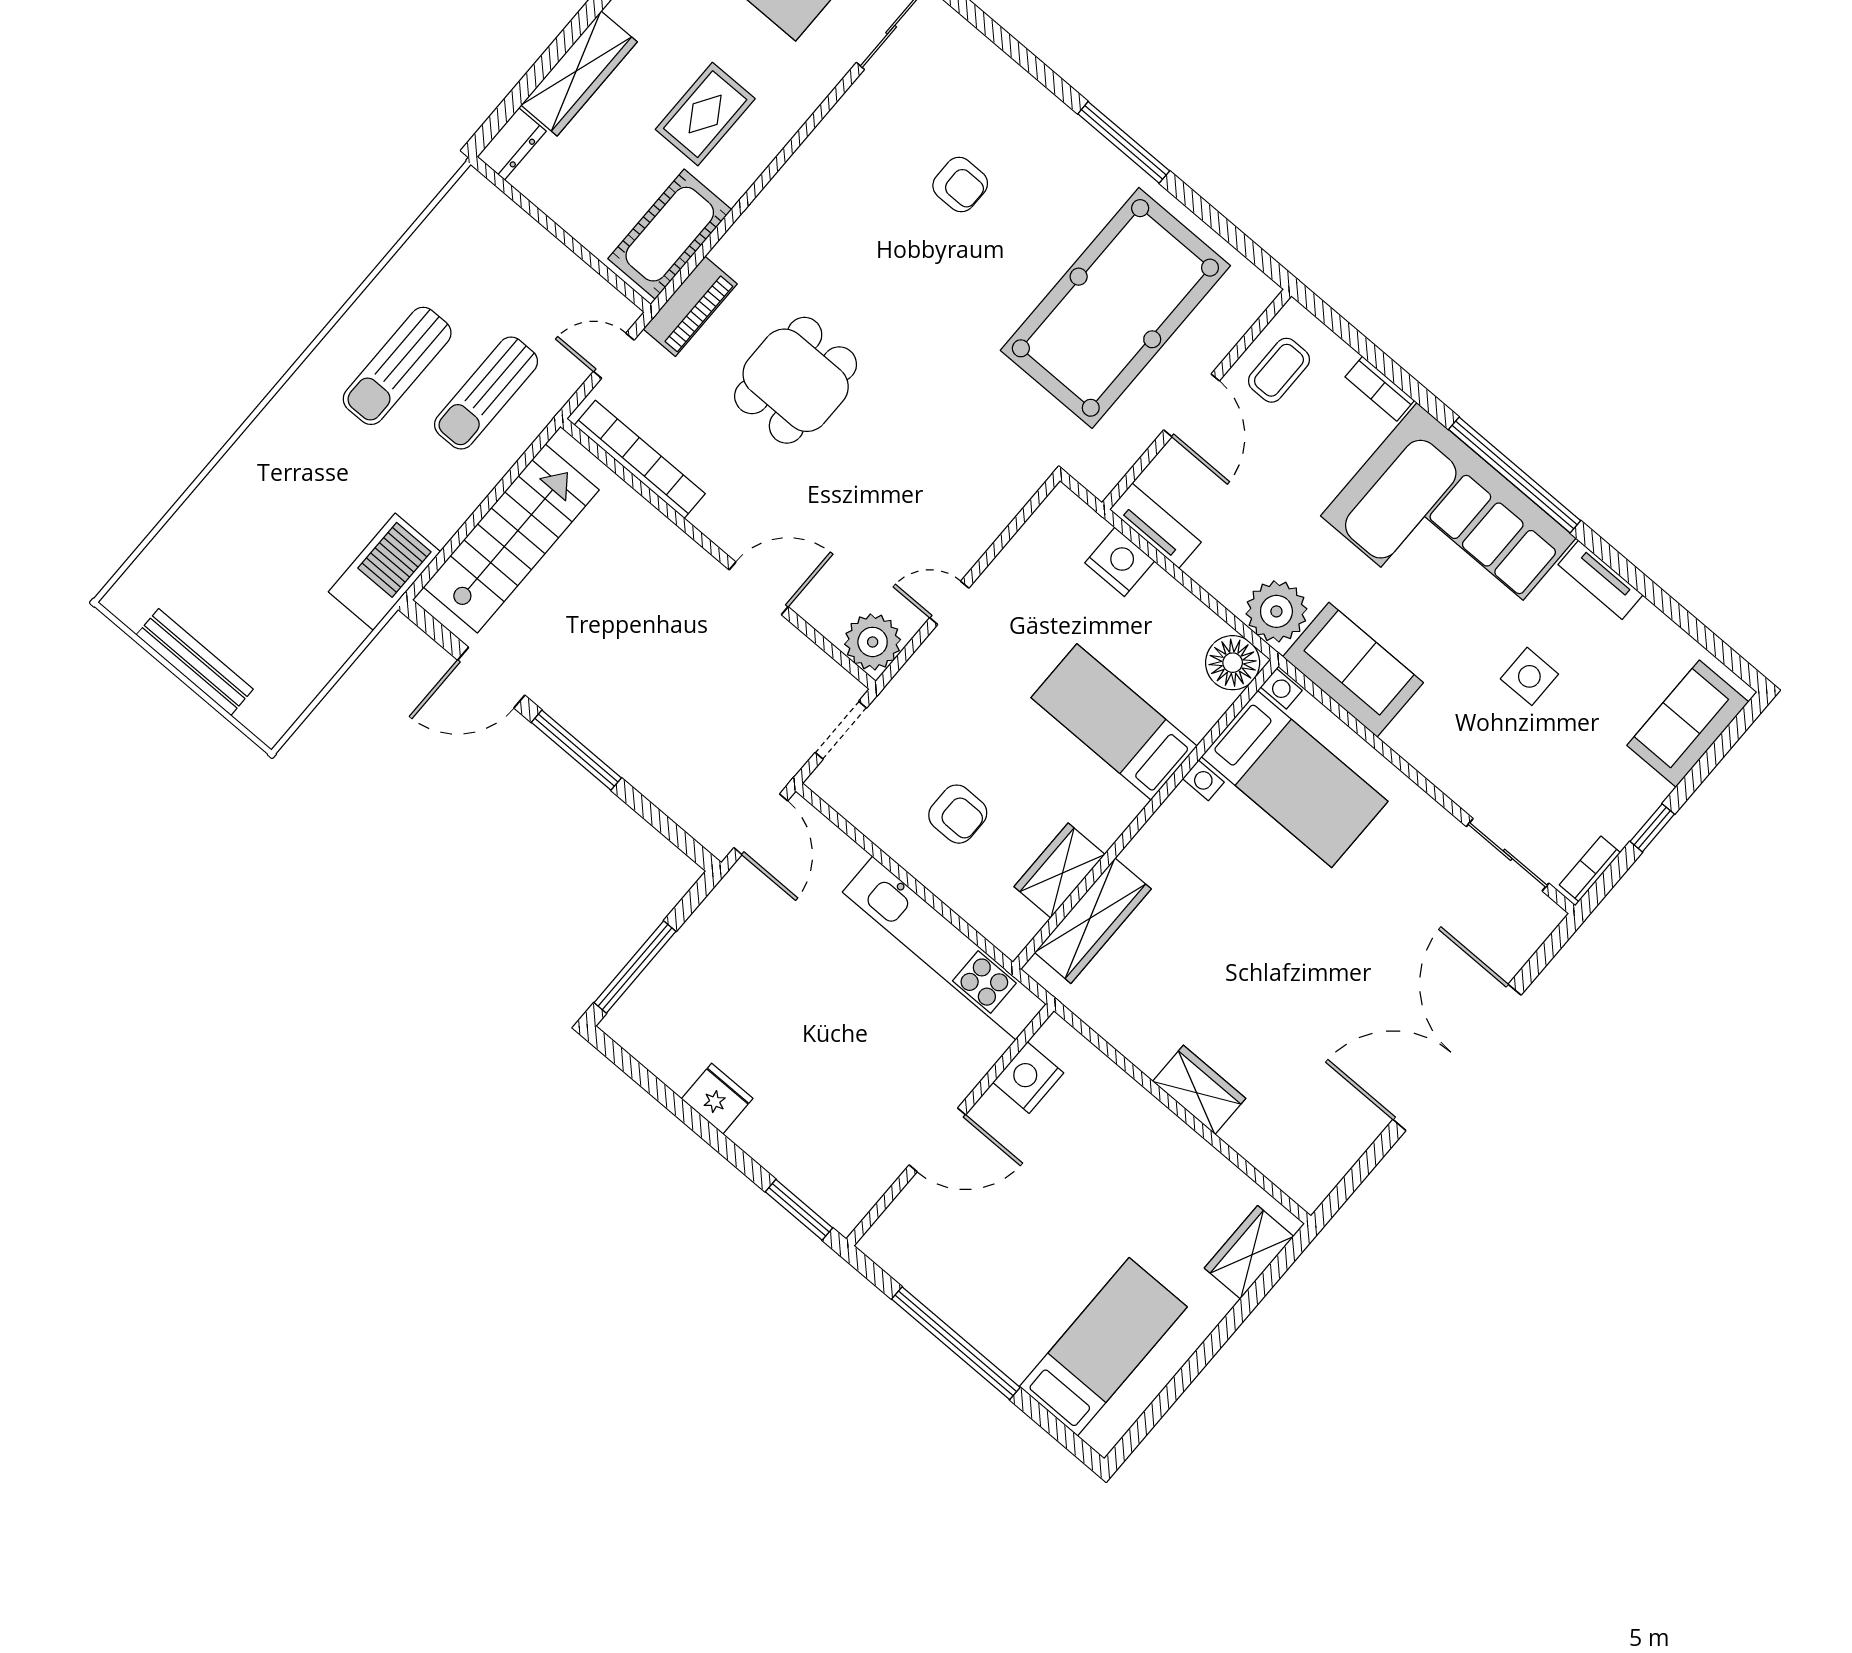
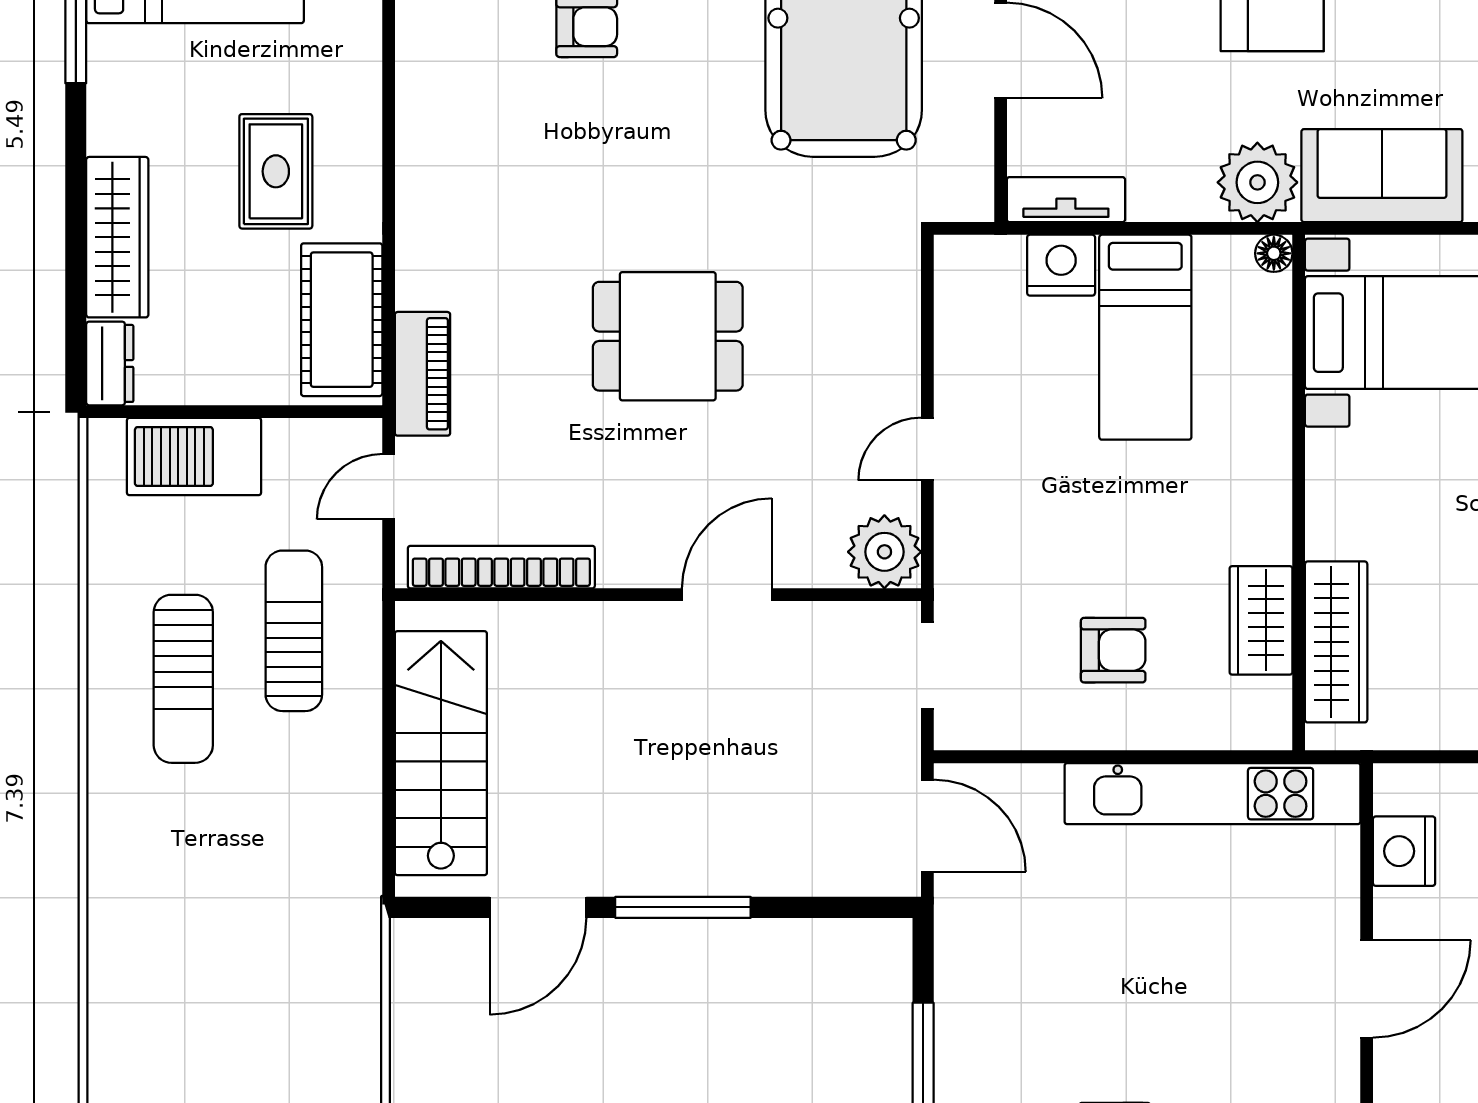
dining table: (796, 380) -> (668, 336), moved, turned 90
sun lounger: (486, 393) -> (294, 631), turned 180
barbecue: (384, 572) -> (194, 457), moved, turned -90
floor lamp: (1233, 663) -> (1274, 253), width x0.53, depth x0.53
bed: (1114, 722) -> (1145, 337), moved, turned -90

